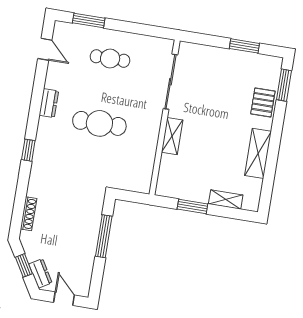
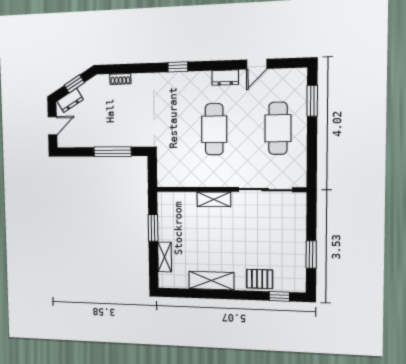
door: (45, 49) -> (257, 64), moved
cafe table: (110, 59) -> (278, 128), width x1.37, depth x1.35
window: (284, 85) -> (279, 296), width x0.67
shoe rack: (29, 214) -> (120, 79), width x0.70

